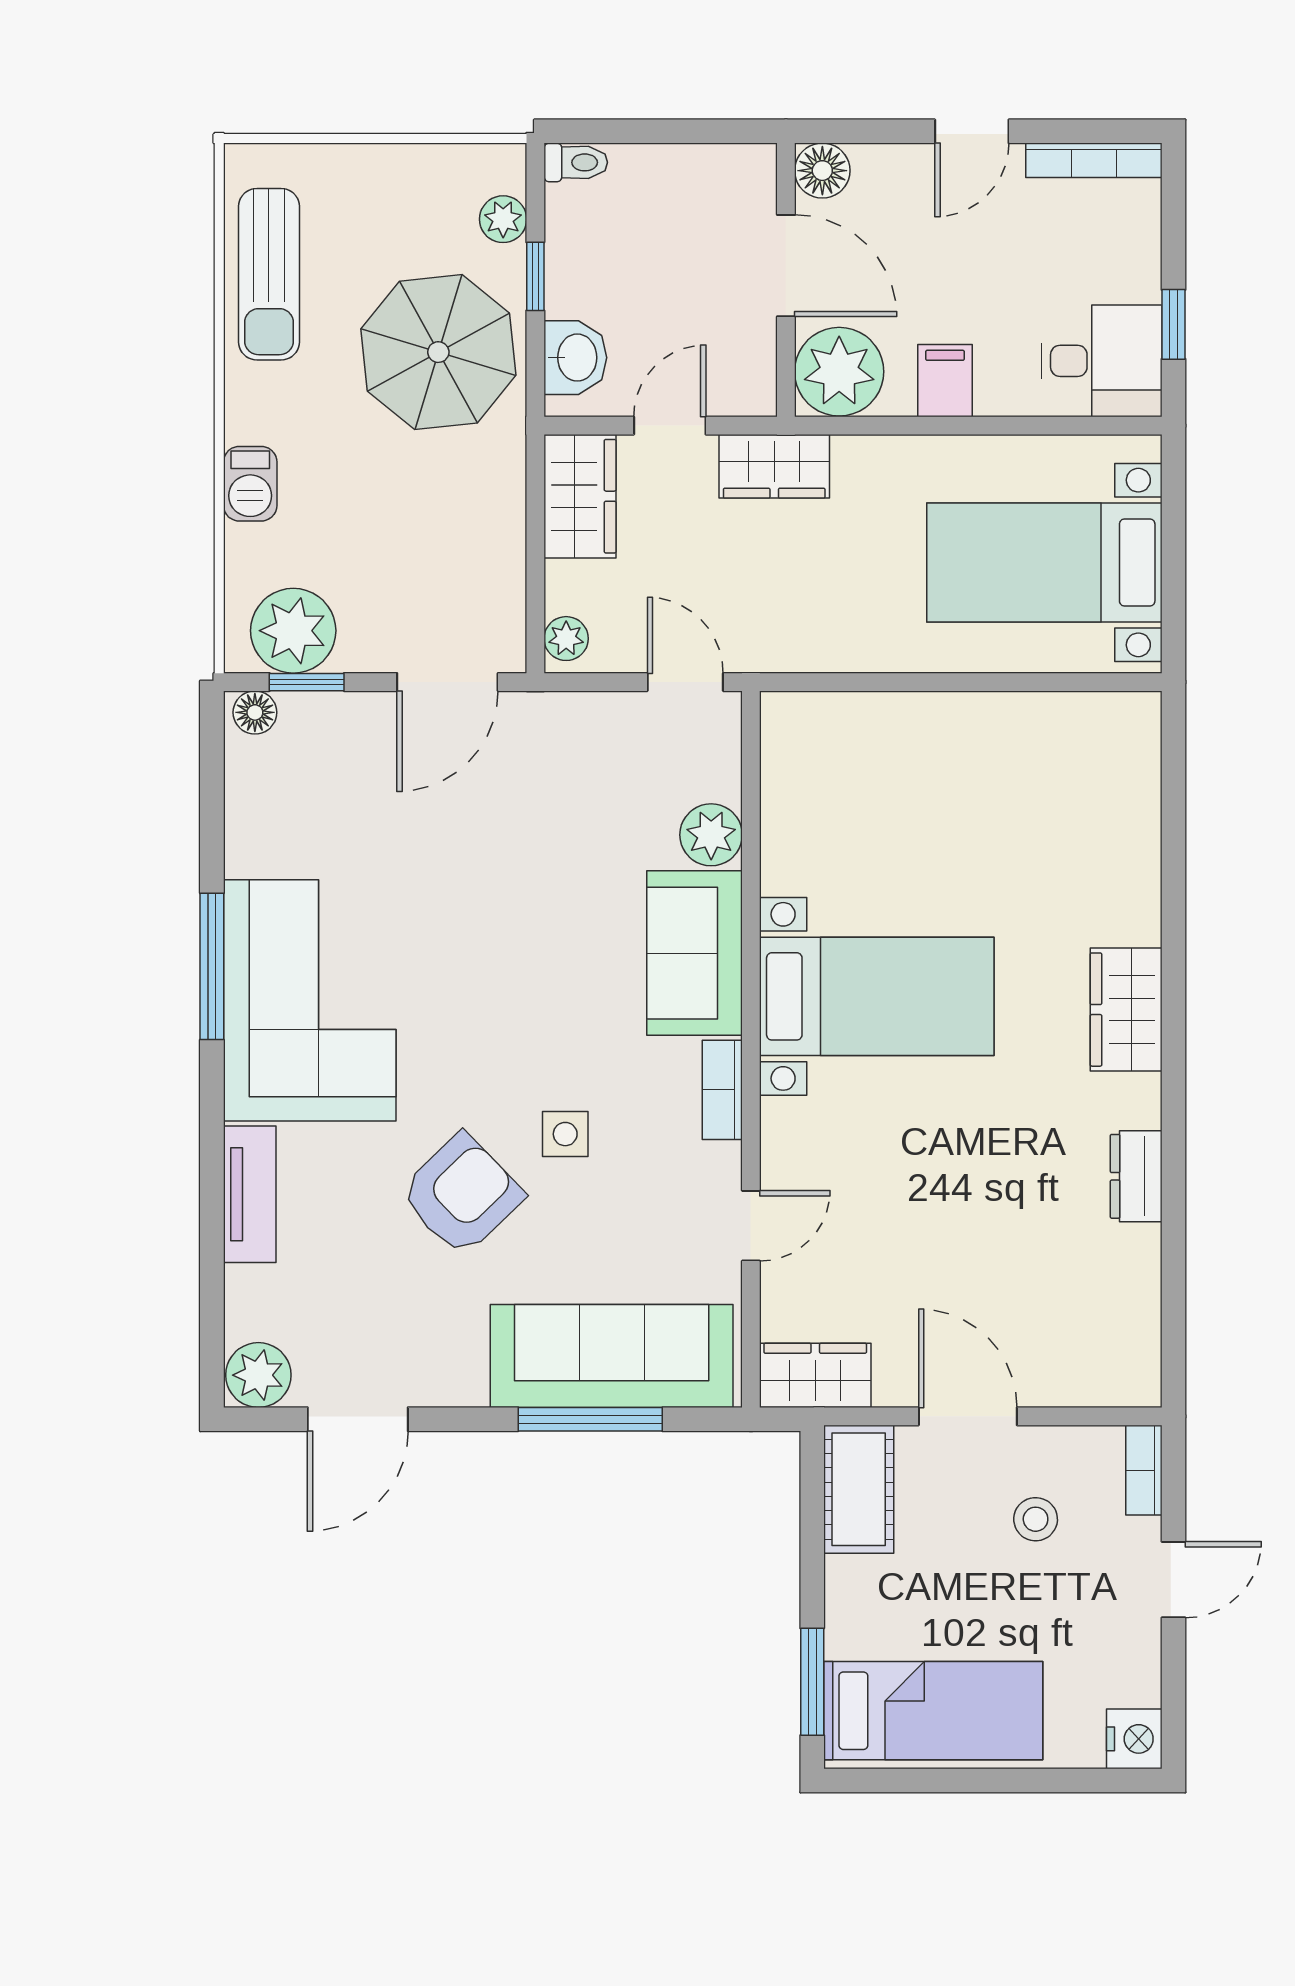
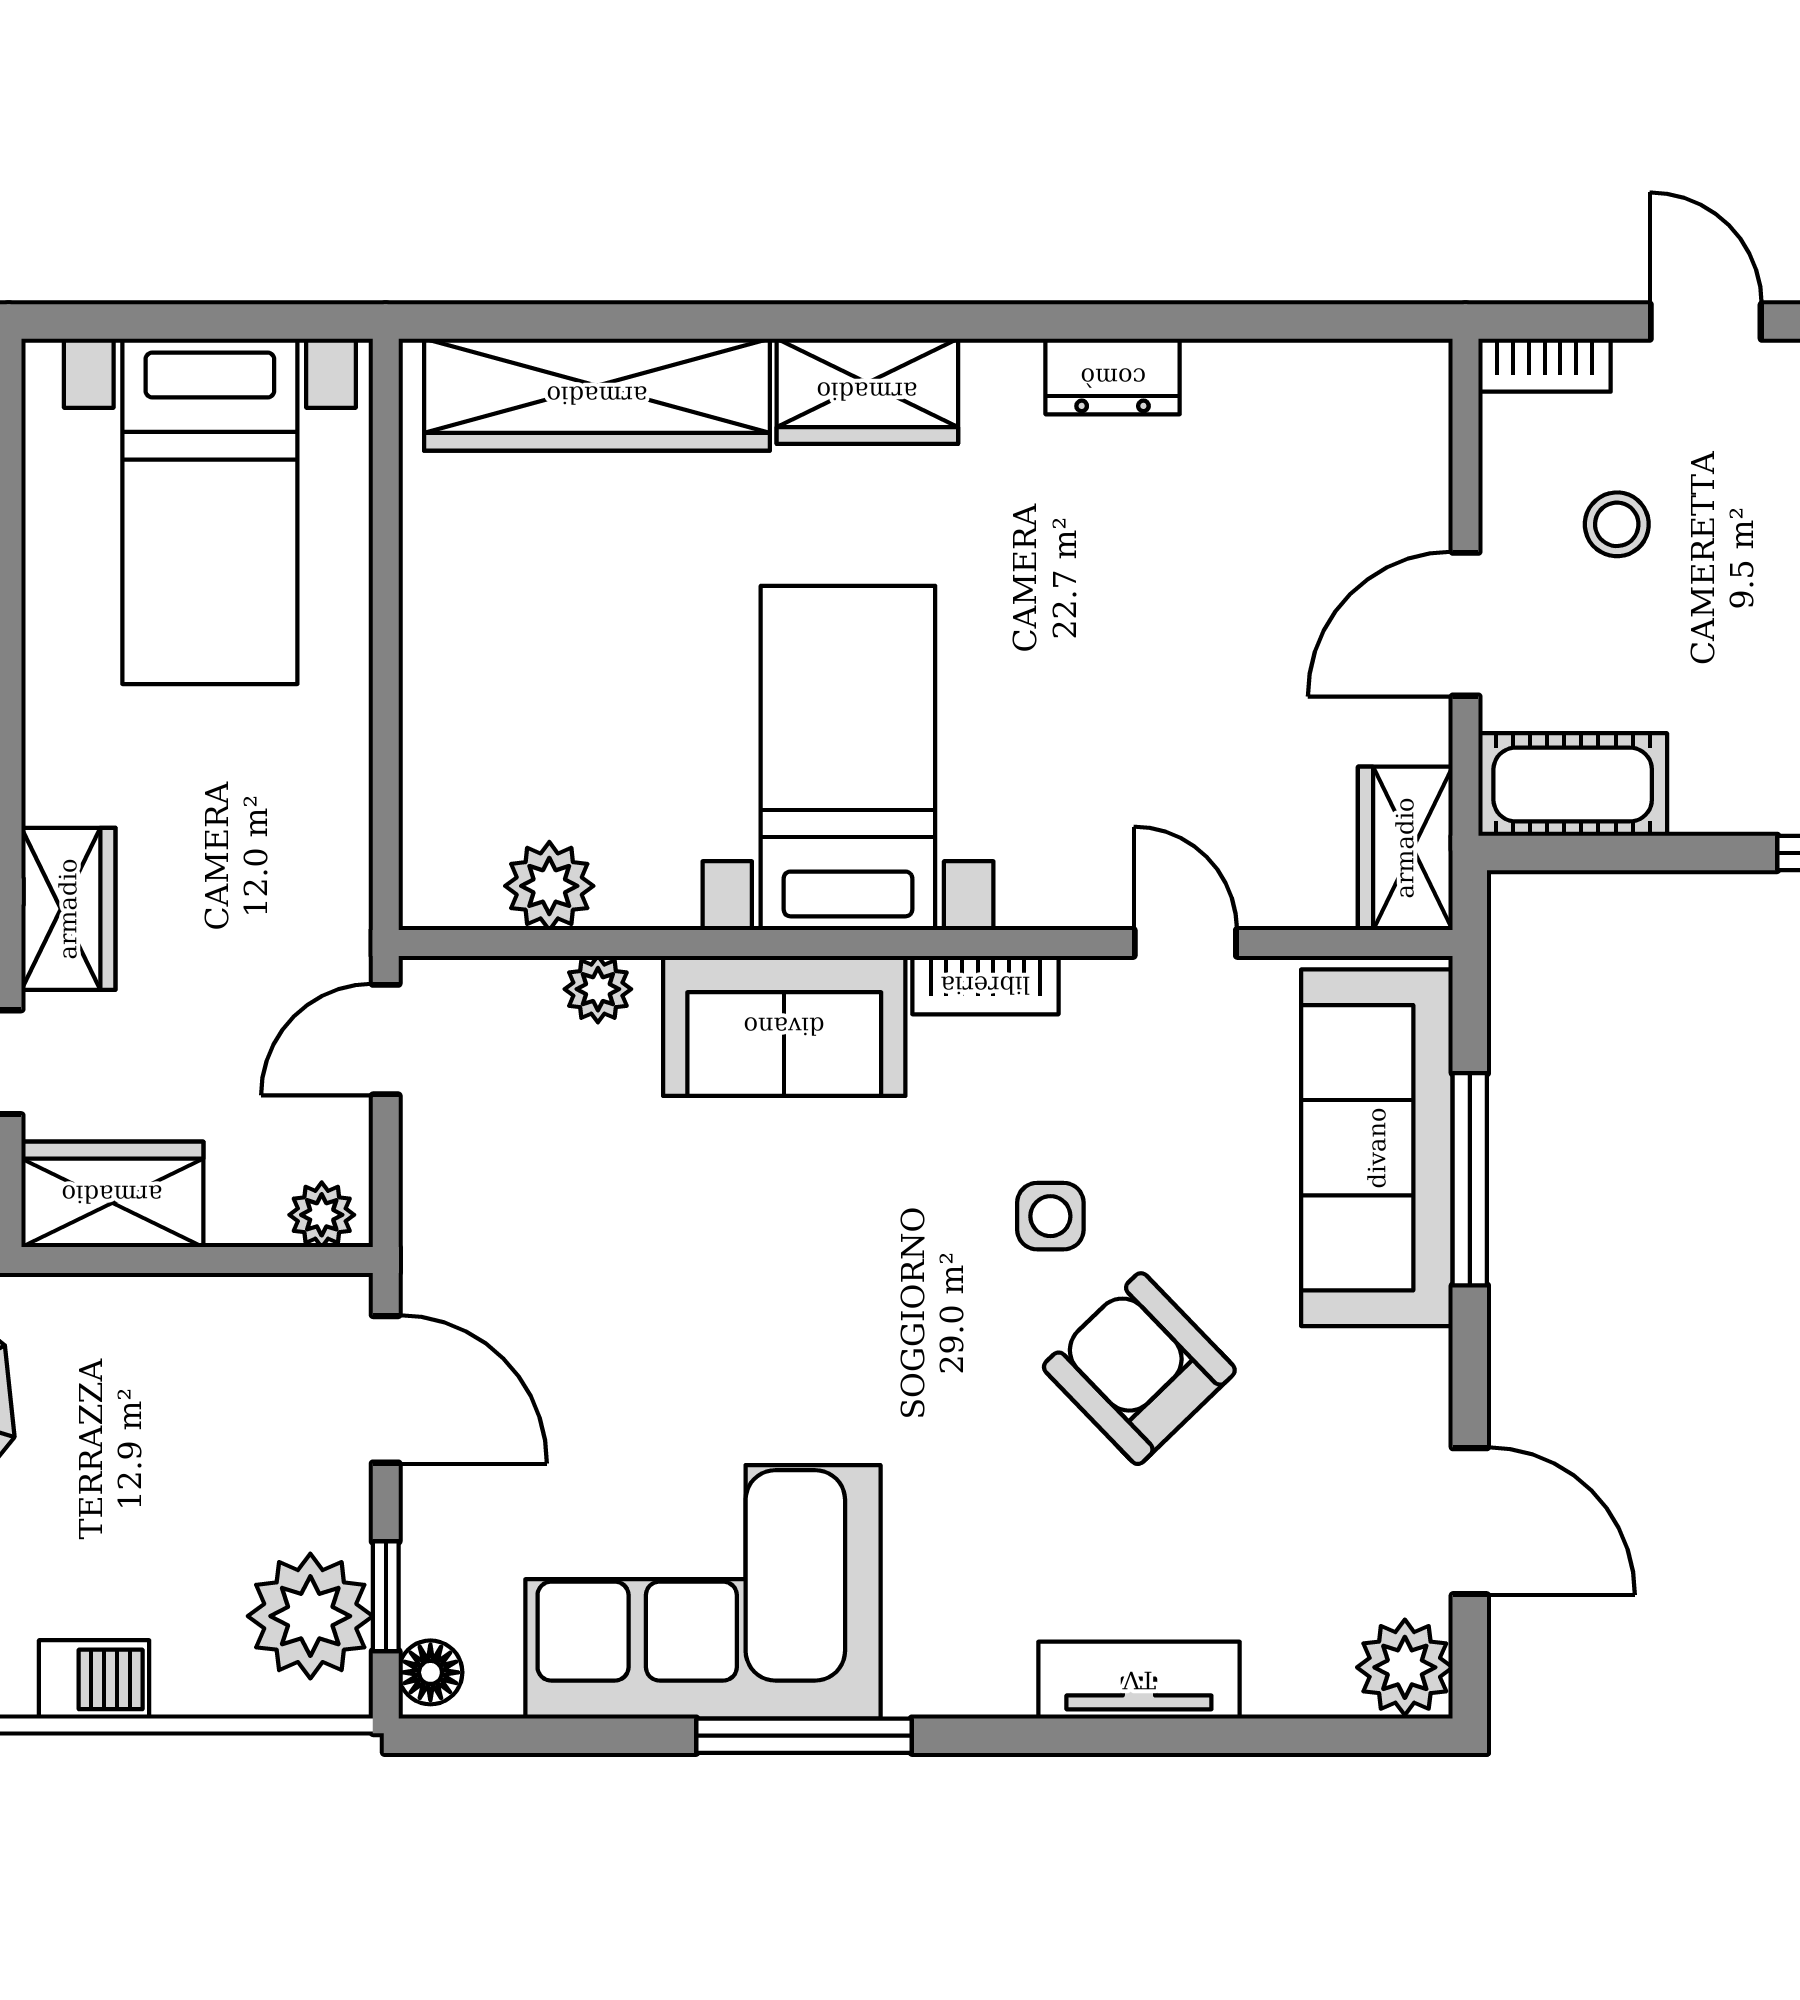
plant: (790, 793) -> (549, 886), added
wardrobe: (1124, 826) -> (597, 395), added
plant: (711, 835) -> (598, 989), width x0.73, depth x0.73
corner sofa: (310, 1000) -> (703, 1592), moved

